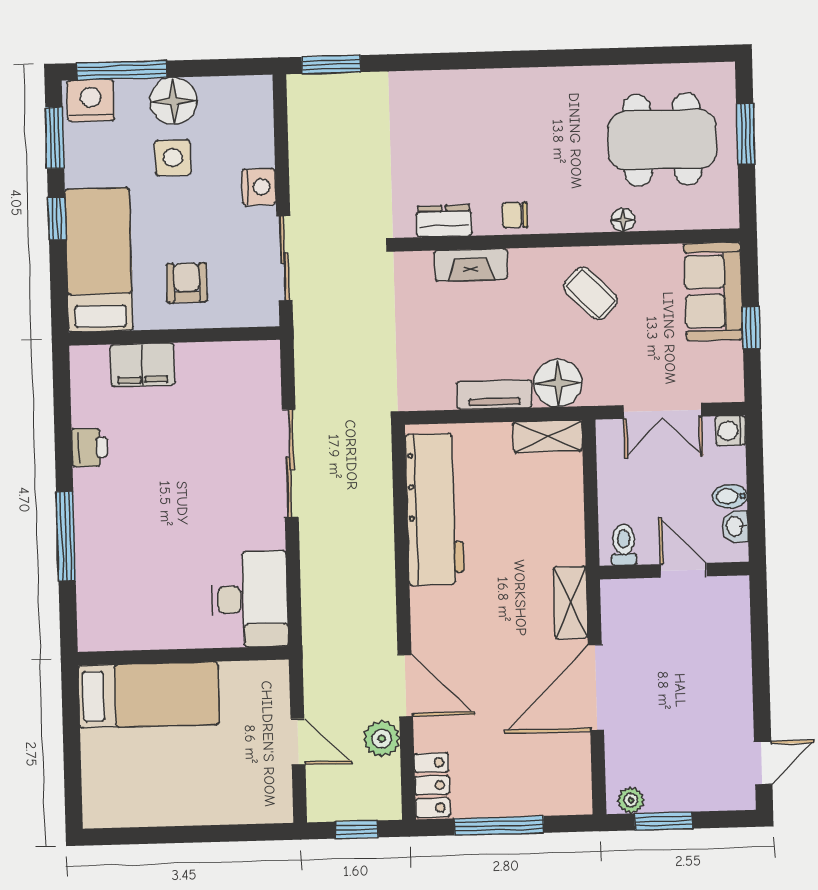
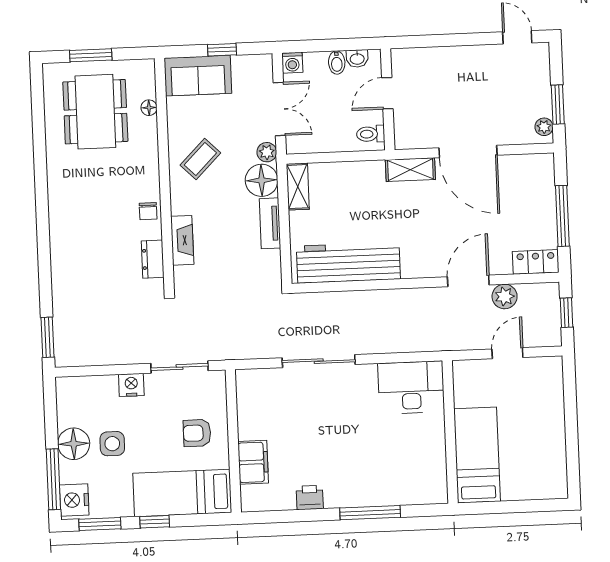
floor lamp: (623, 220) -> (149, 108), moved
plant: (599, 391) -> (267, 152), added

